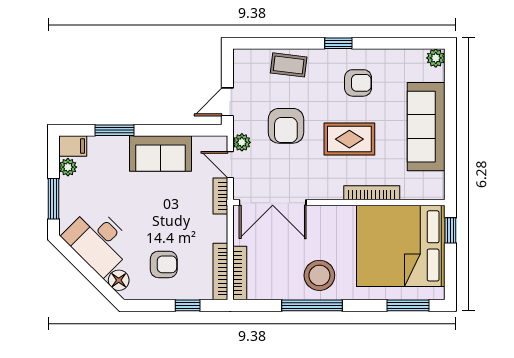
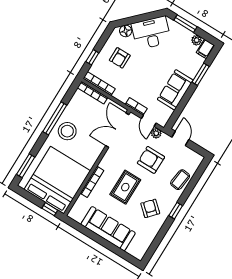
plant: (436, 58) -> (139, 254), removed
armchair: (358, 83) -> (150, 208), turned 132
door: (230, 165) -> (149, 121), swing flipped

